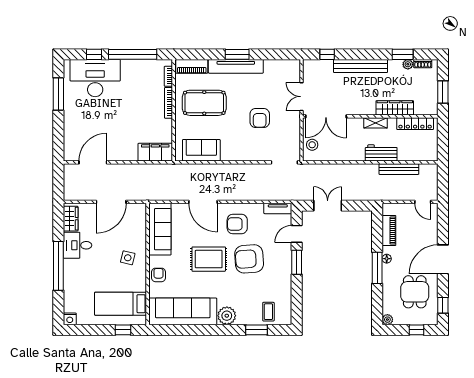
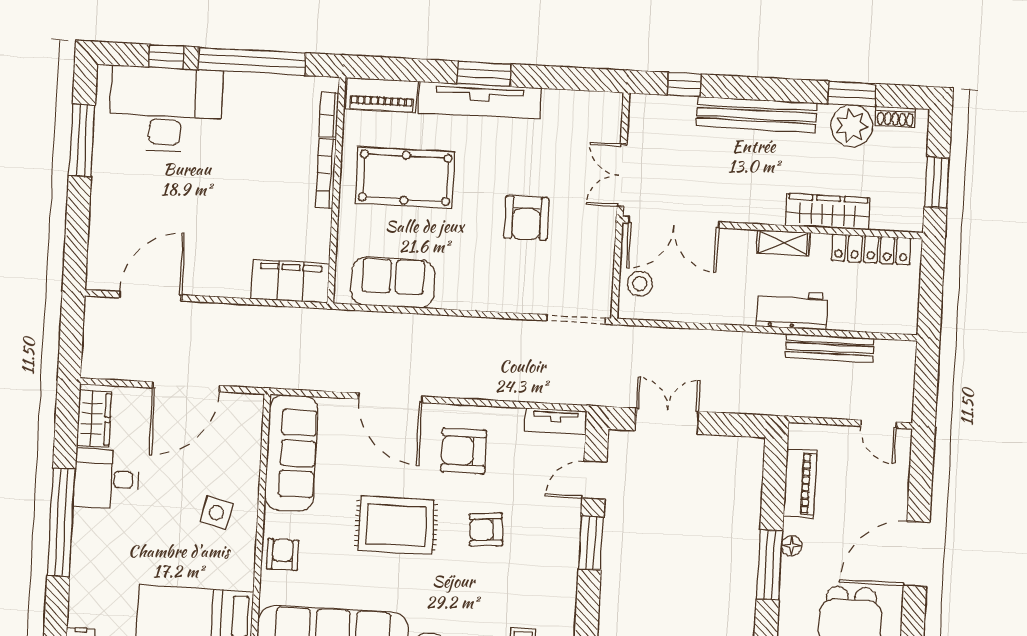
plant: (408, 64) -> (852, 126), width x1.88, depth x1.88
armchair: (249, 259) -> (486, 530), width x0.53, depth x0.53

